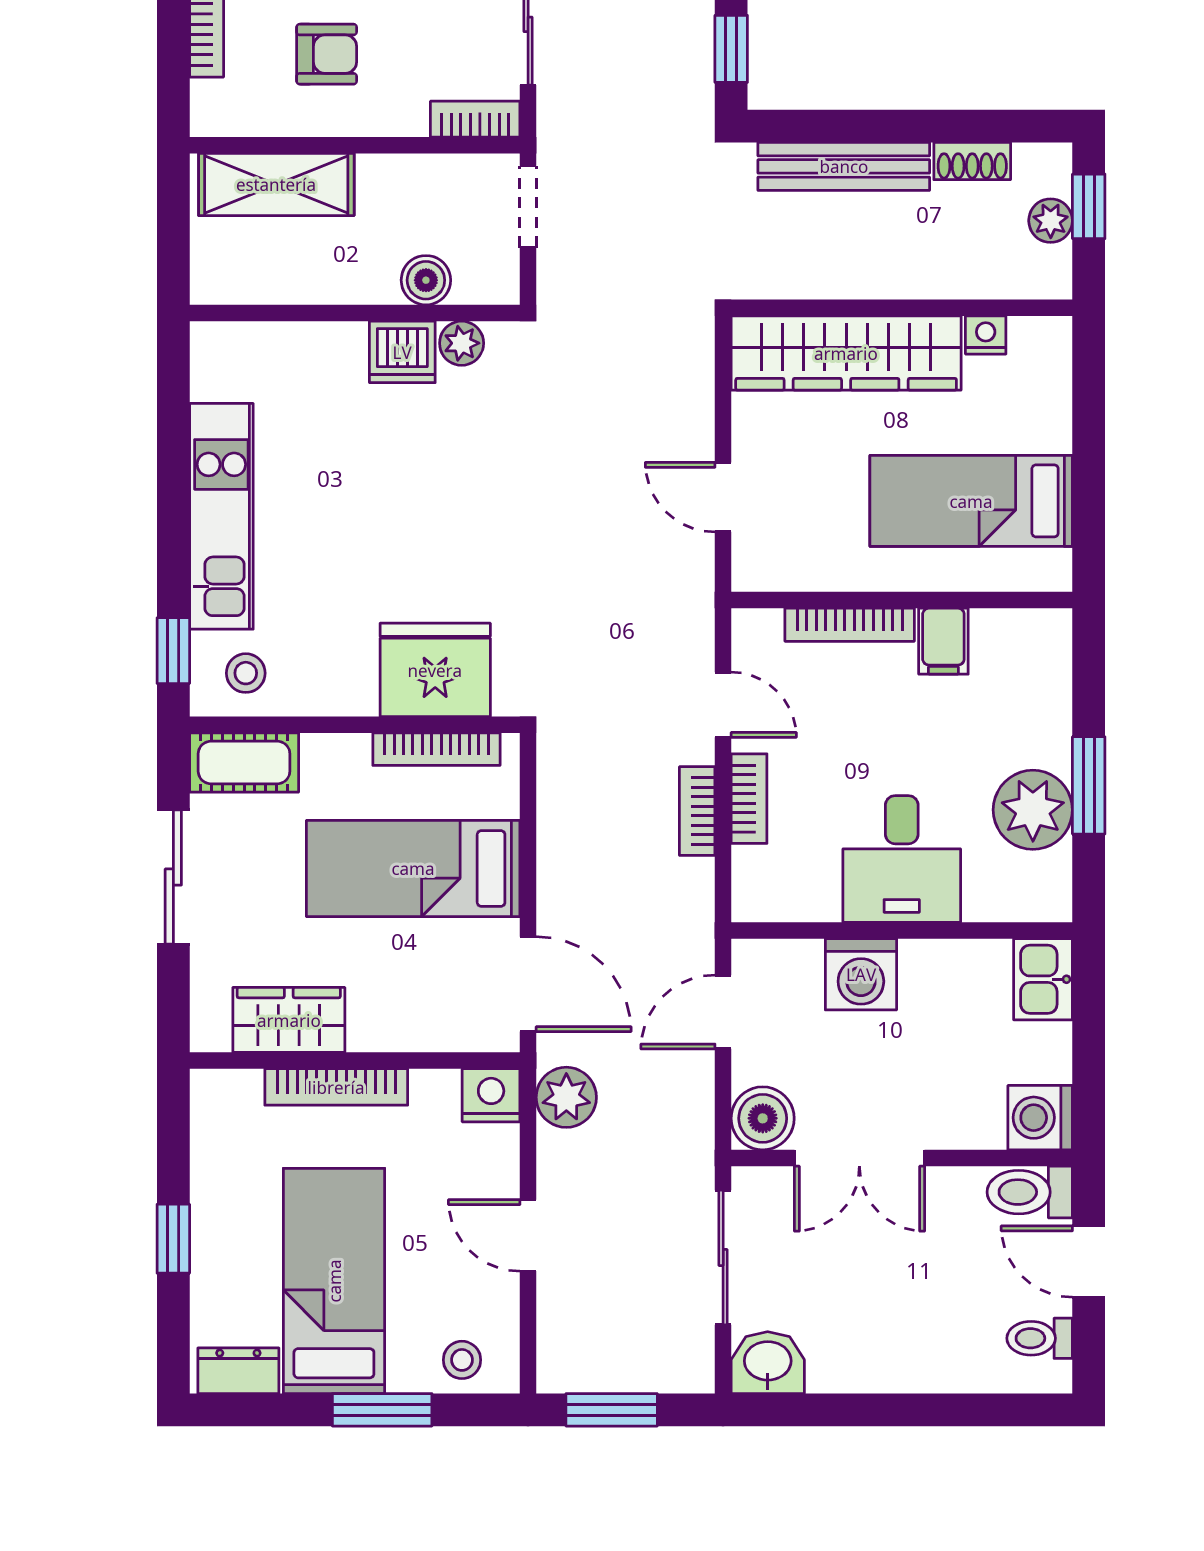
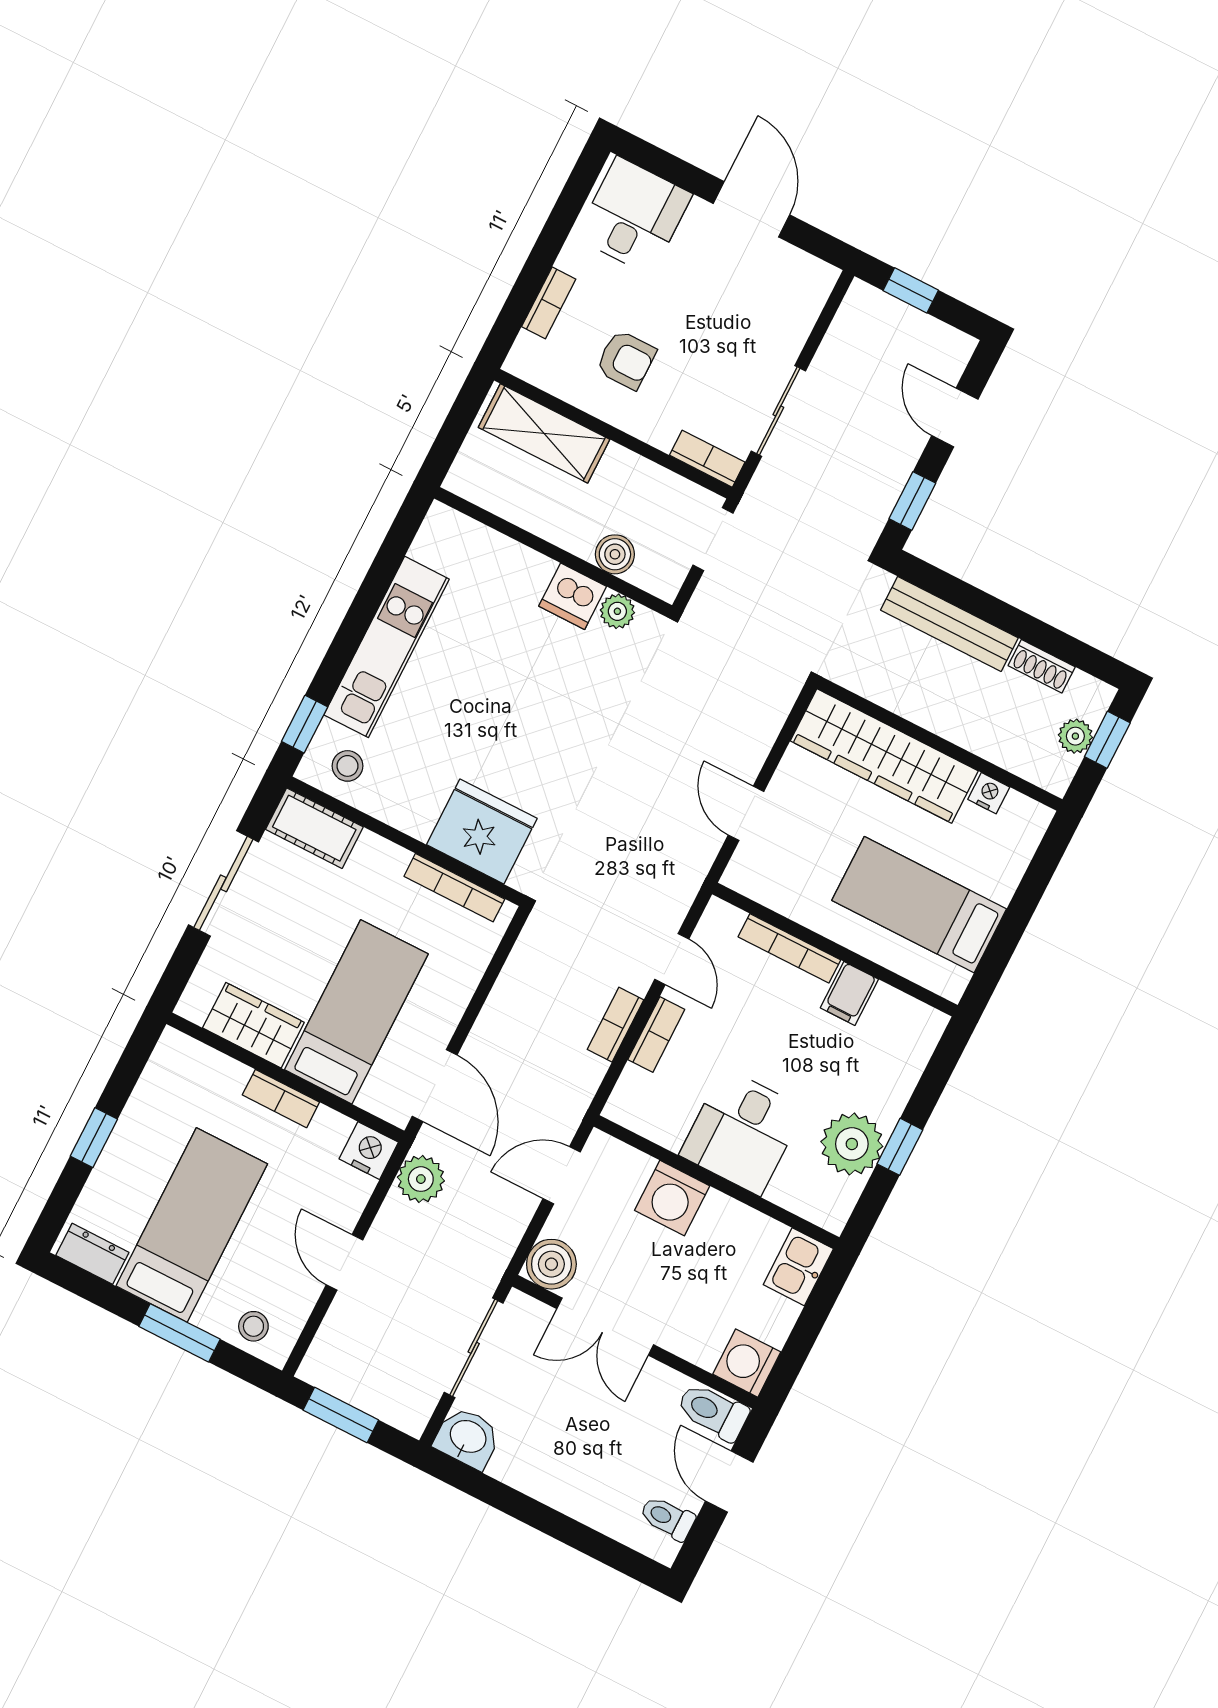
window: (1089, 785) -> (900, 1147), width x0.67
bed: (413, 868) -> (356, 1012), moved, turned 90
bookcase: (336, 1087) -> (281, 1099), width x0.64

